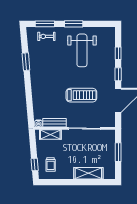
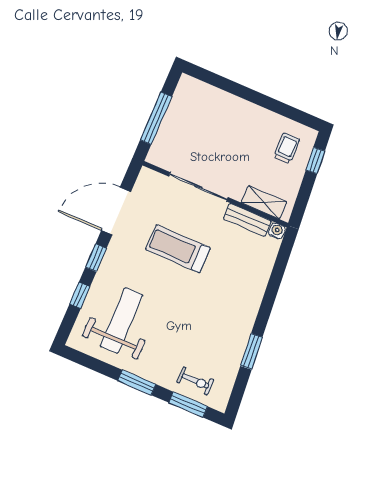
weight bench: (82, 50) -> (121, 321), moved
window: (118, 152) -> (156, 118), width x1.44
shelving: (88, 173) -> (226, 103), removed

